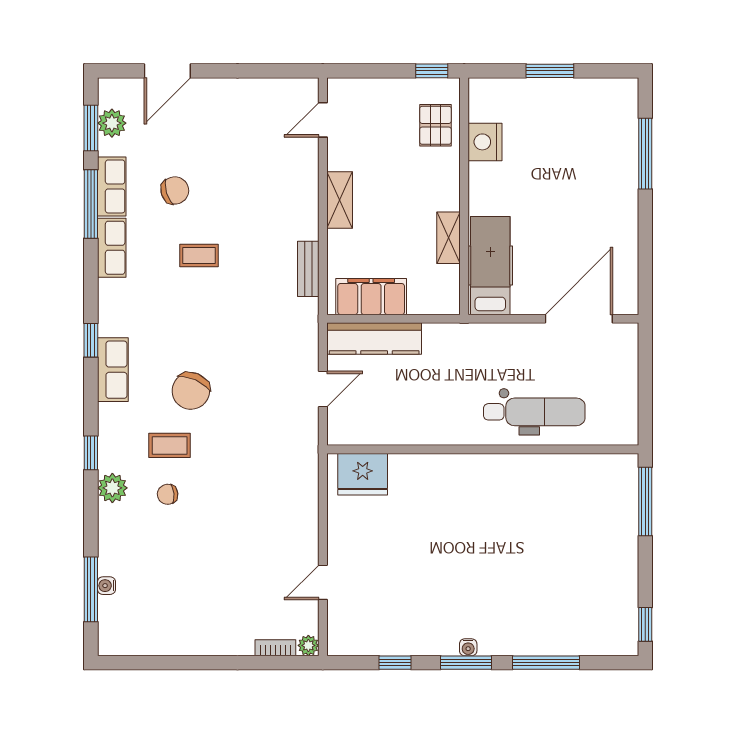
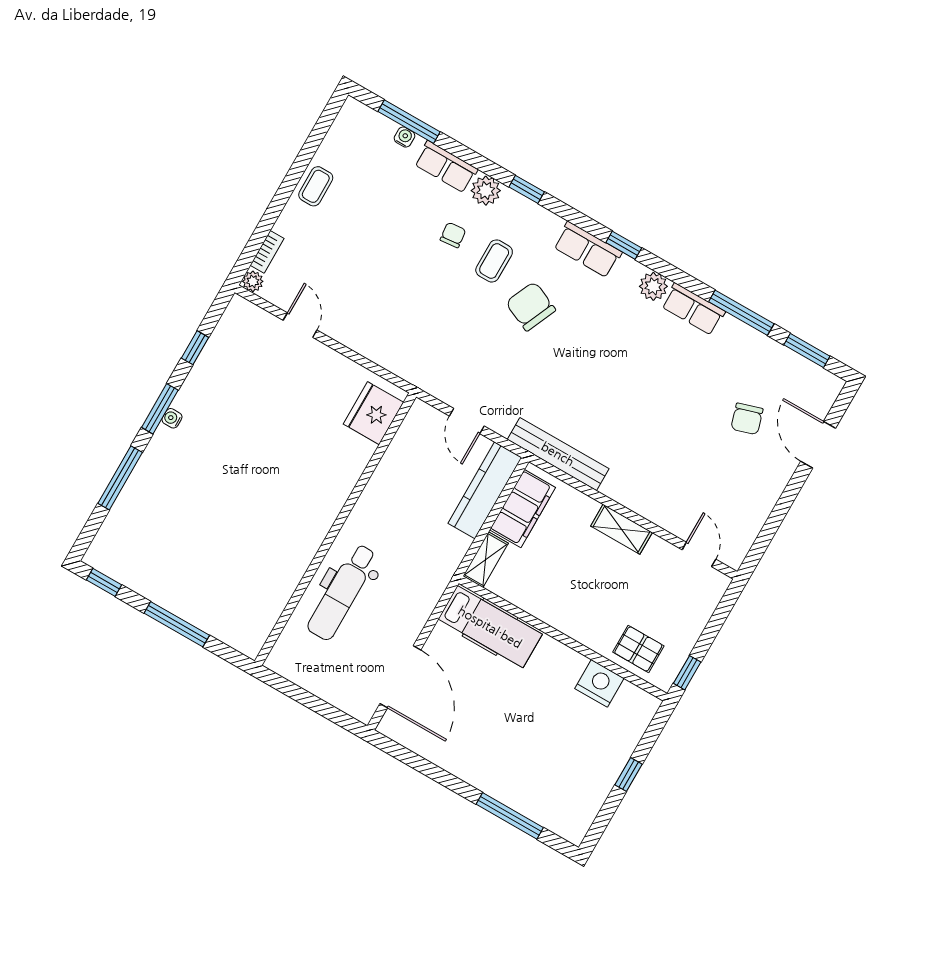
window: (550, 71) -> (629, 774), width x0.67
plant: (112, 123) -> (653, 286), moved
row of seats: (112, 186) -> (446, 167), moved
chair: (175, 190) -> (747, 419), moved
shelving: (448, 238) -> (486, 560), moved, turned 90
coffee table: (199, 255) -> (316, 186), moved
bench: (308, 269) -> (558, 454), width x1.86, depth x1.21
window: (645, 502) -> (177, 624), moved

